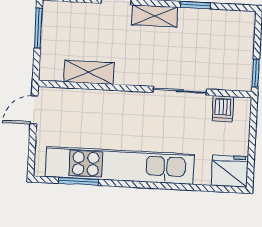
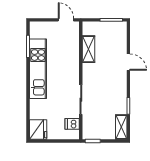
shelving: (155, 16) -> (121, 127), moved
kitchen unit: (120, 165) -> (38, 69), width x0.73

